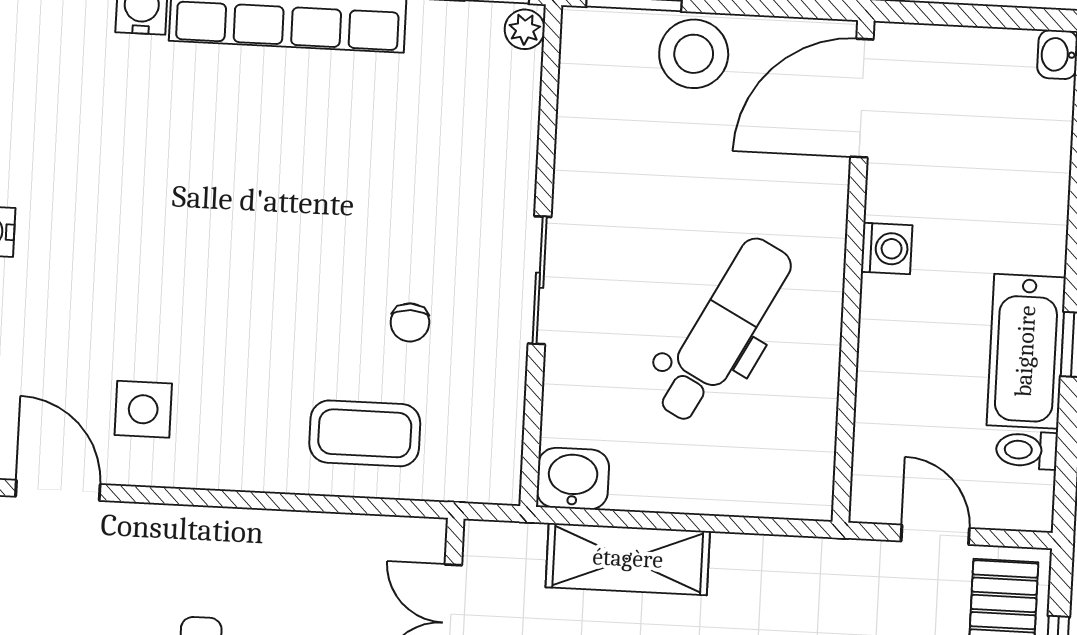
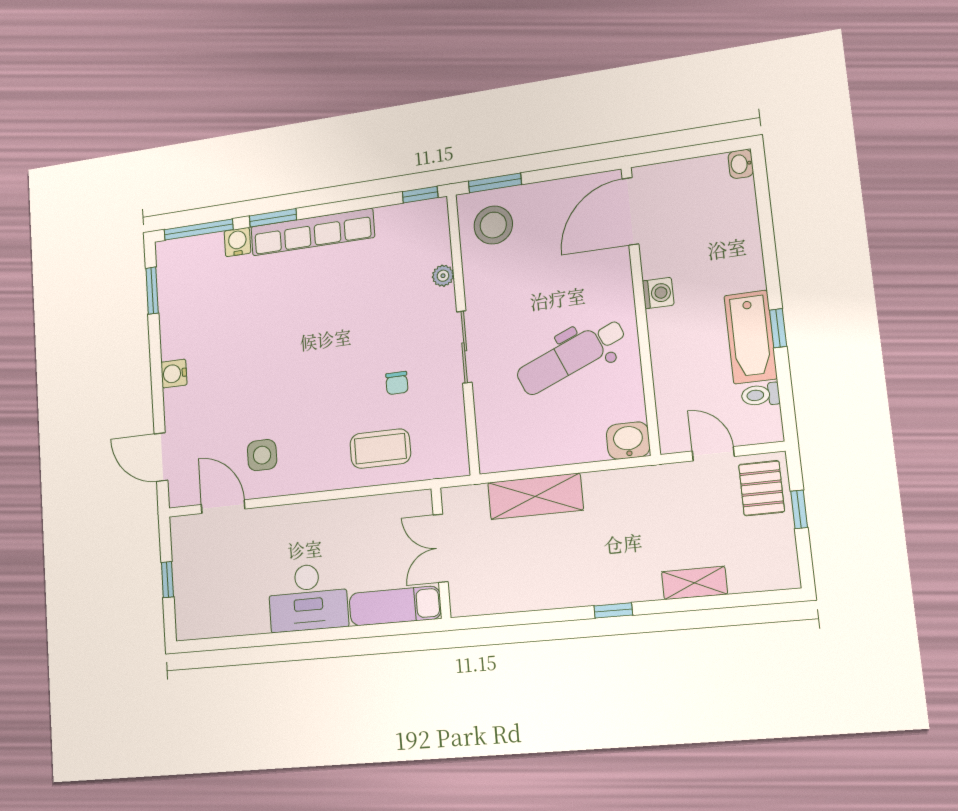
plant: (525, 29) -> (443, 276), moved
stool: (694, 54) -> (493, 225), moved
dental chair: (723, 330) -> (571, 356), turned -141
washbasin: (573, 479) -> (628, 441), moved

